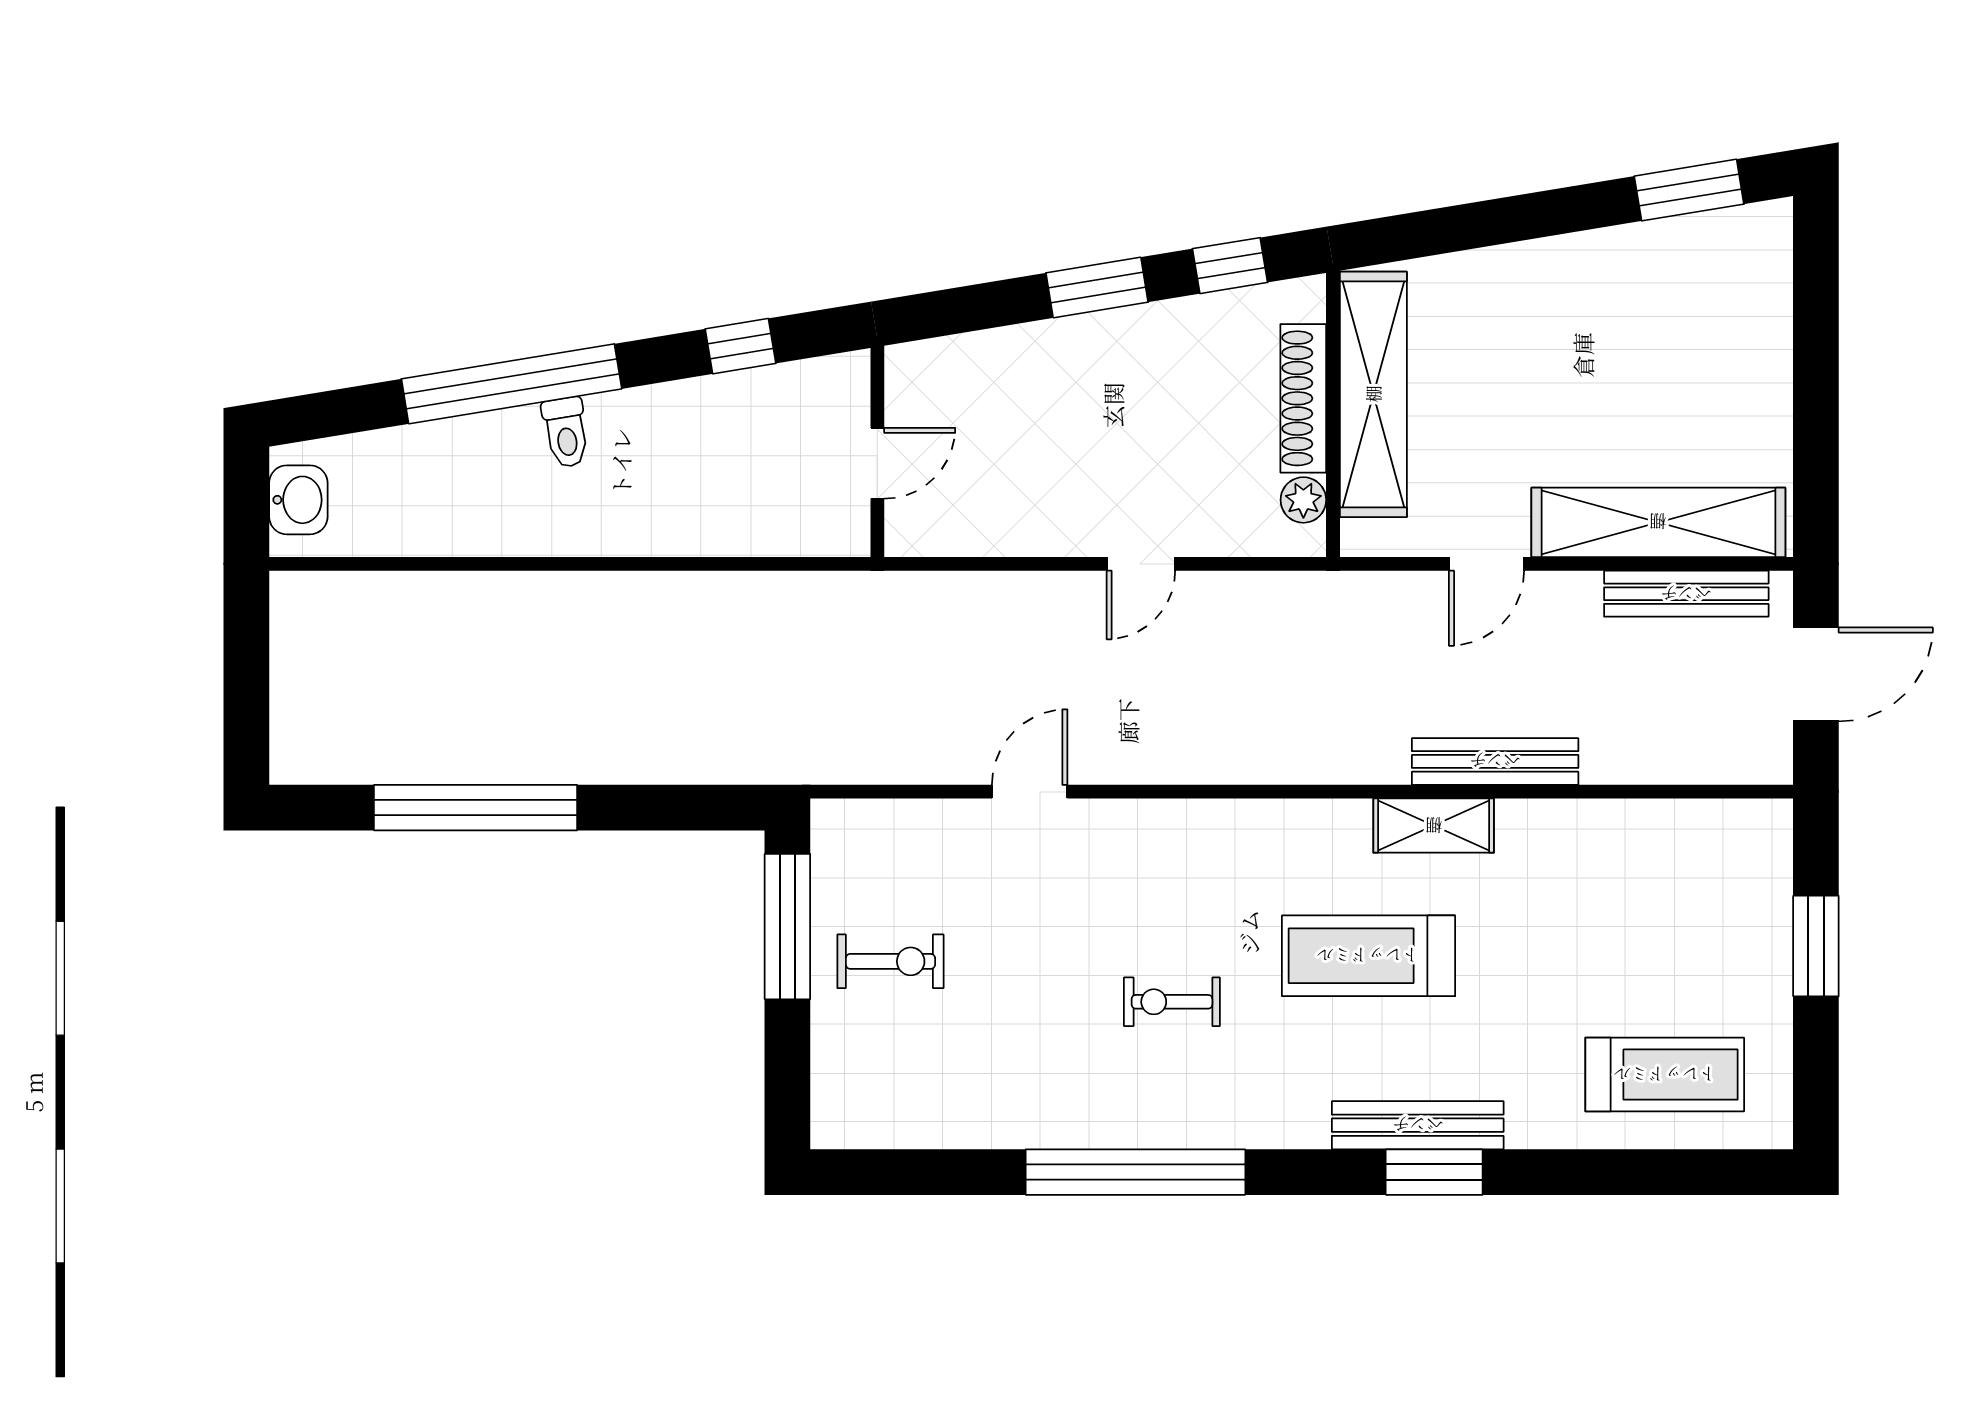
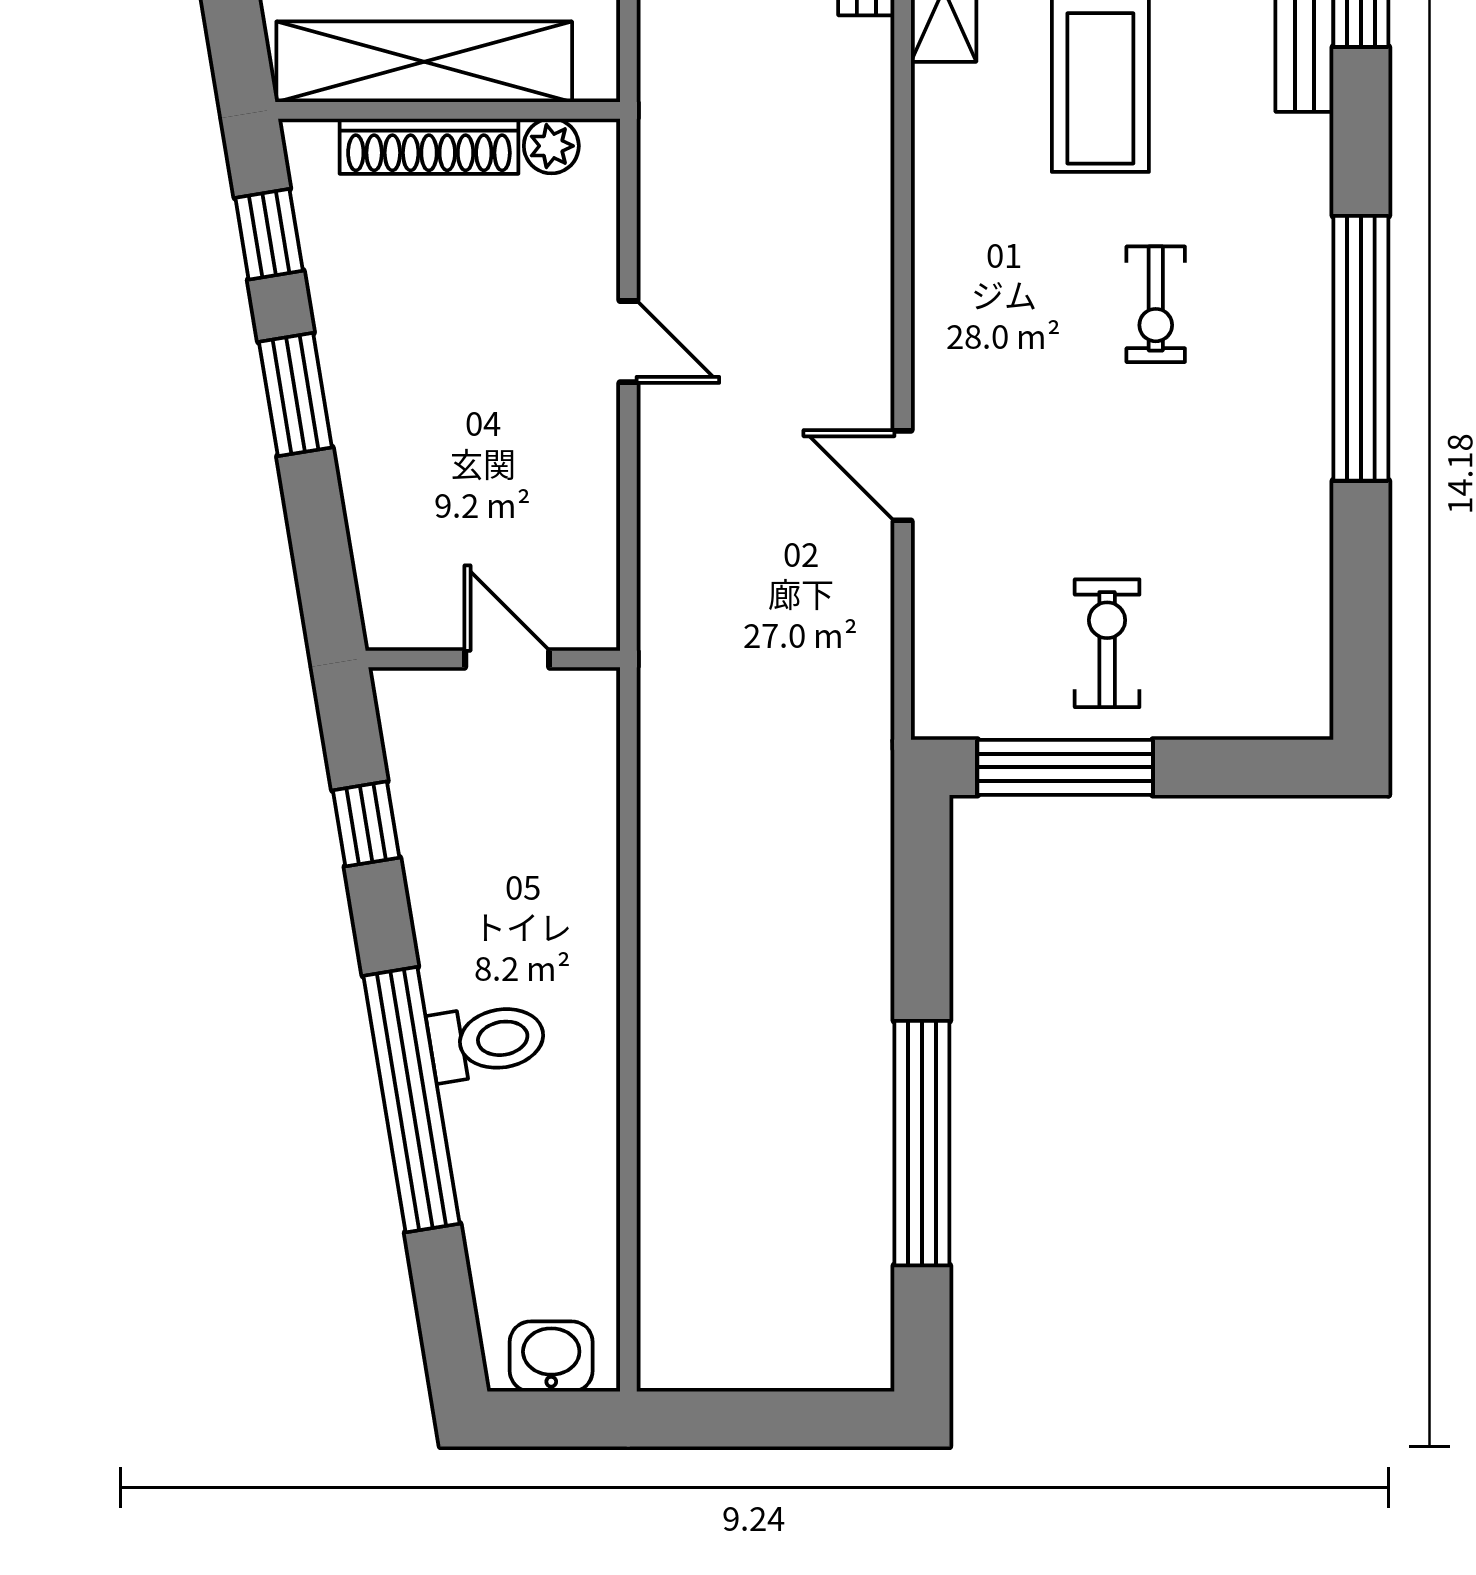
toilet: (566, 432) -> (487, 1041), width x1.37, depth x1.39

